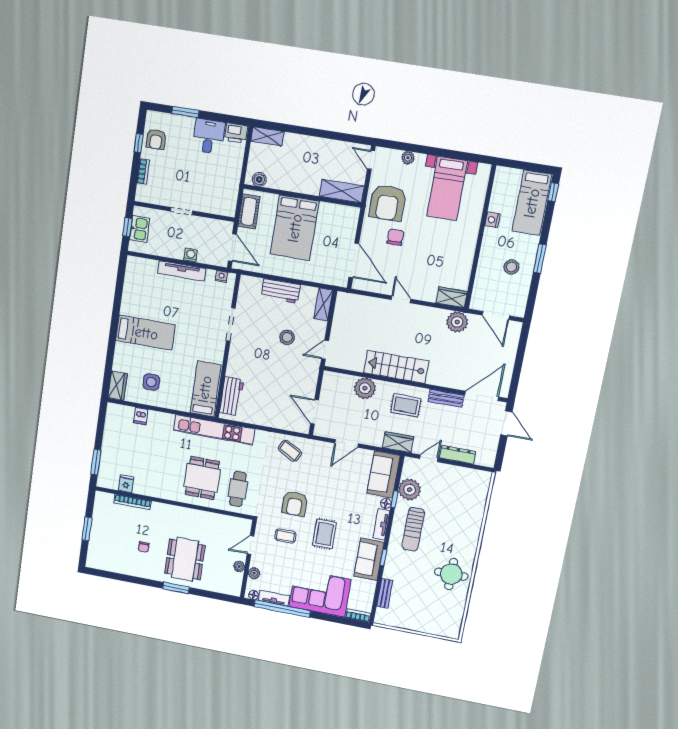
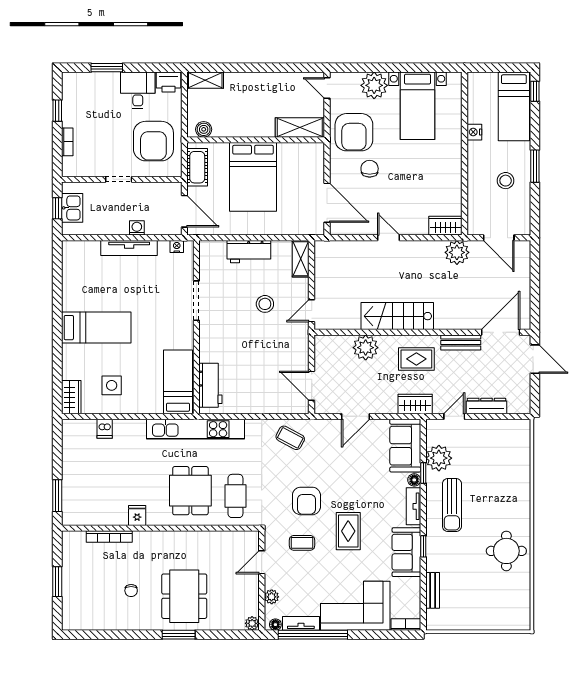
armchair: (156, 139) -> (153, 141), moved, width x1.88, depth x1.88
plant: (408, 158) -> (374, 85), width x1.88, depth x1.88
fridge: (126, 484) -> (137, 516), moved
plant: (239, 567) -> (252, 623), moved

